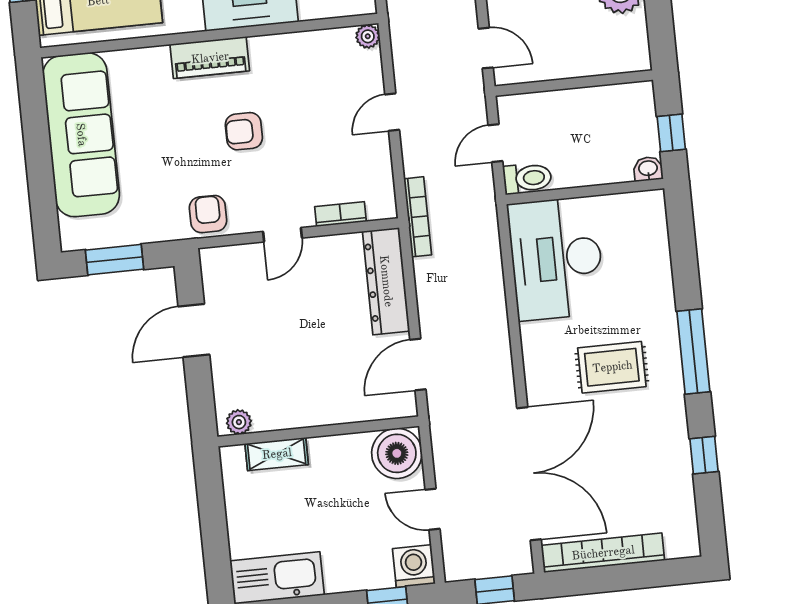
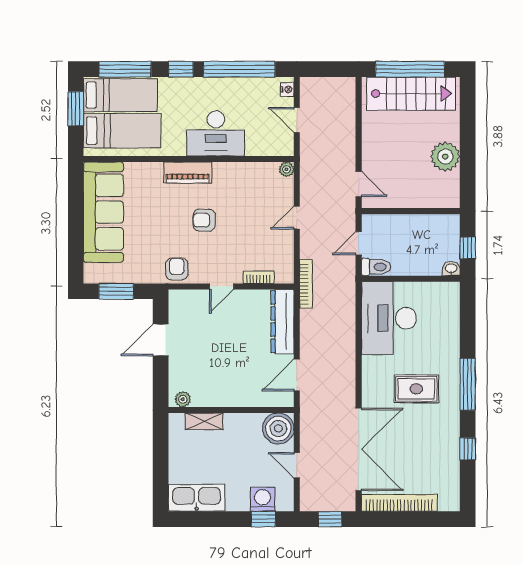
washing machine: (414, 566) -> (262, 499), moved

